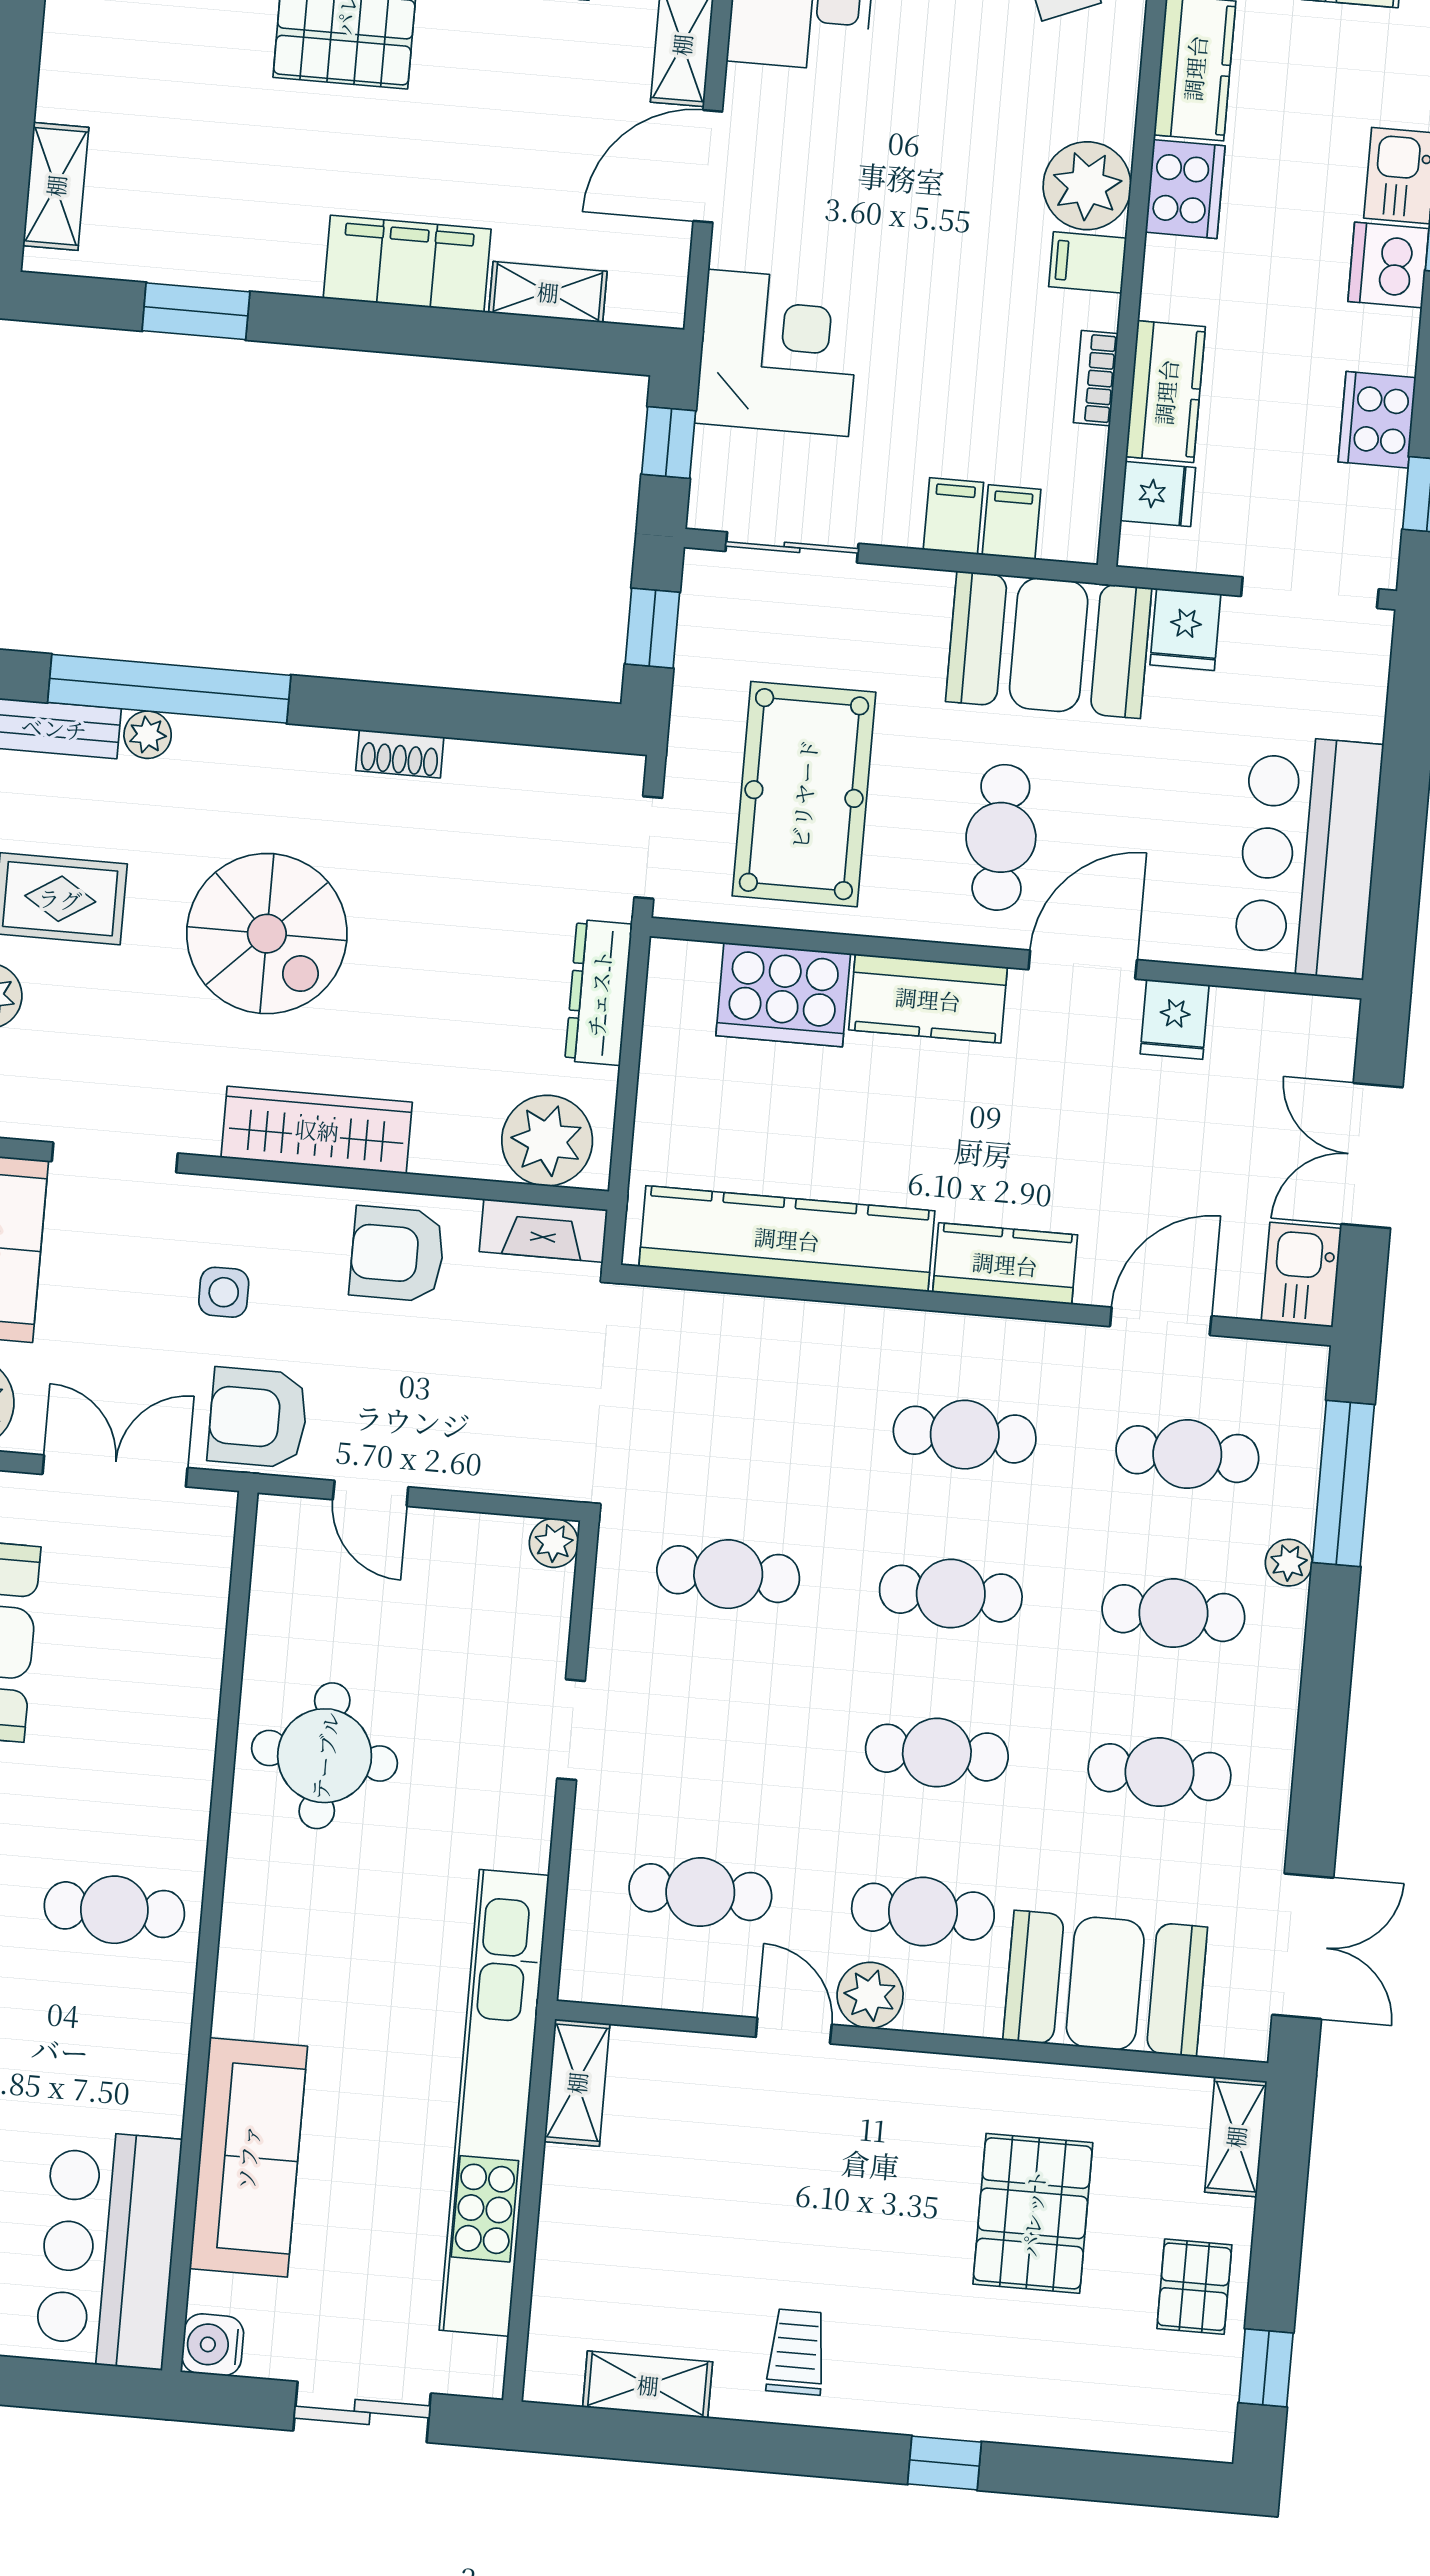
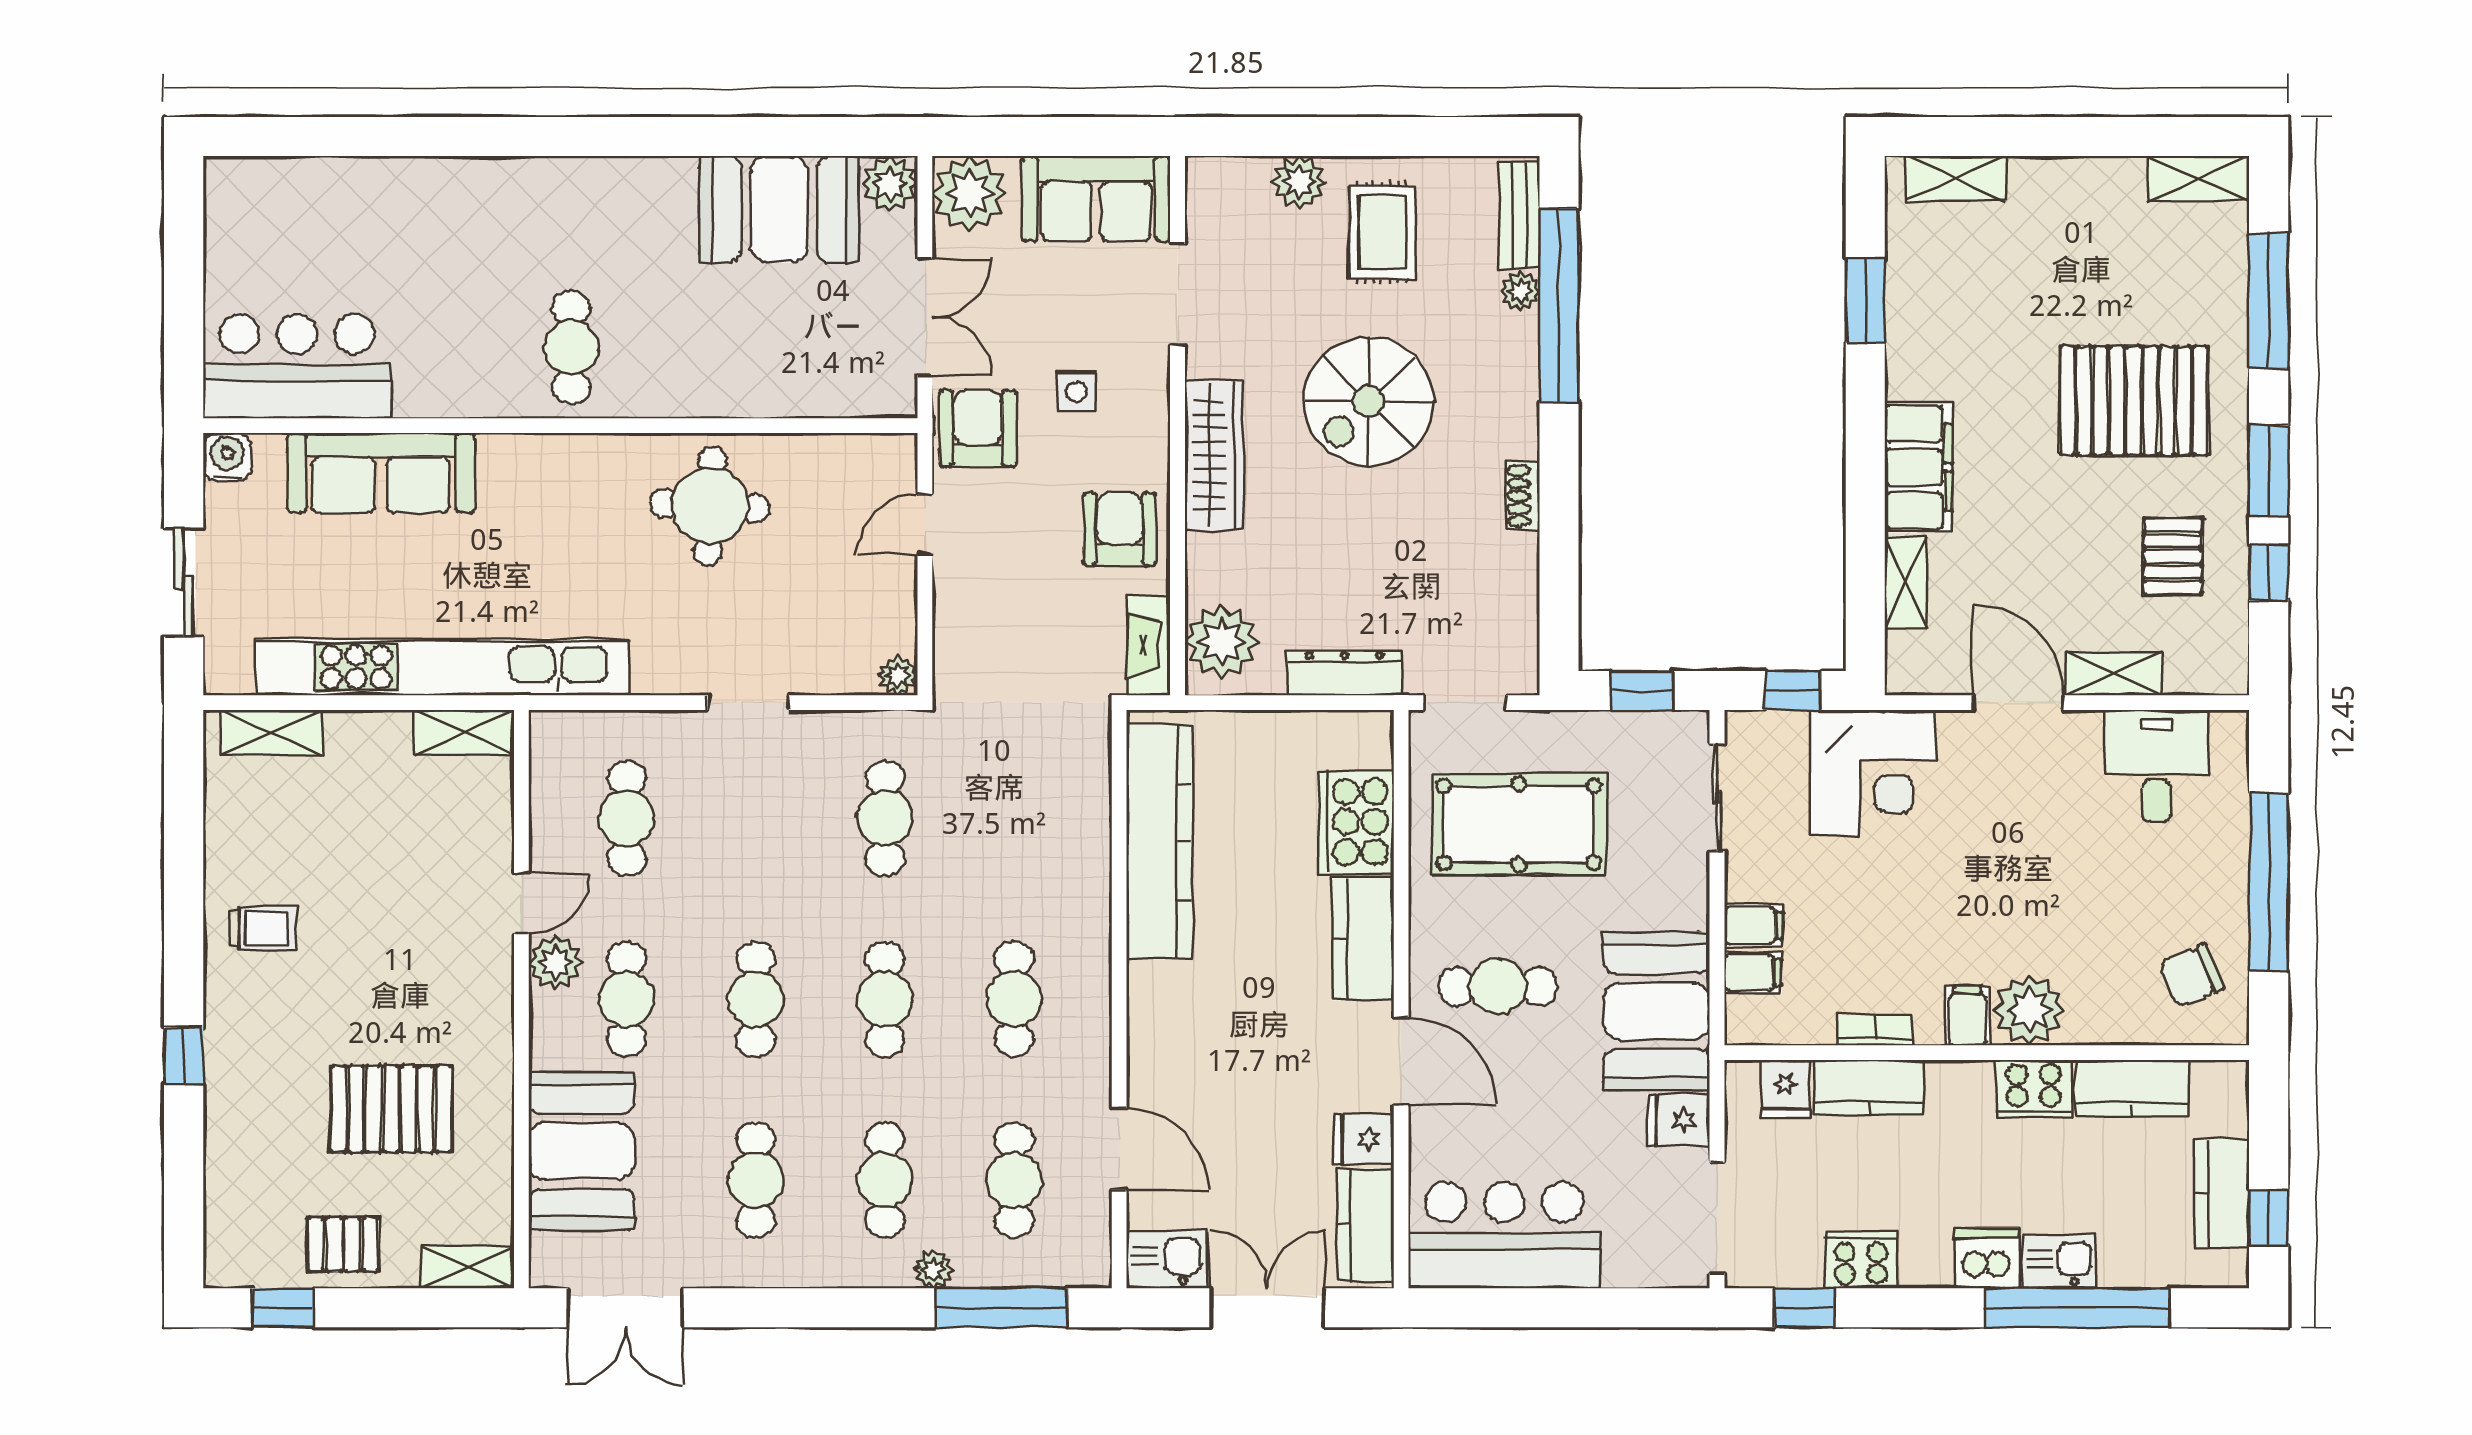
kitchen counter: (1005, 1264) -> (1366, 1225), moved, turned 180
shelving: (648, 2385) -> (272, 733), moved, turned 90

